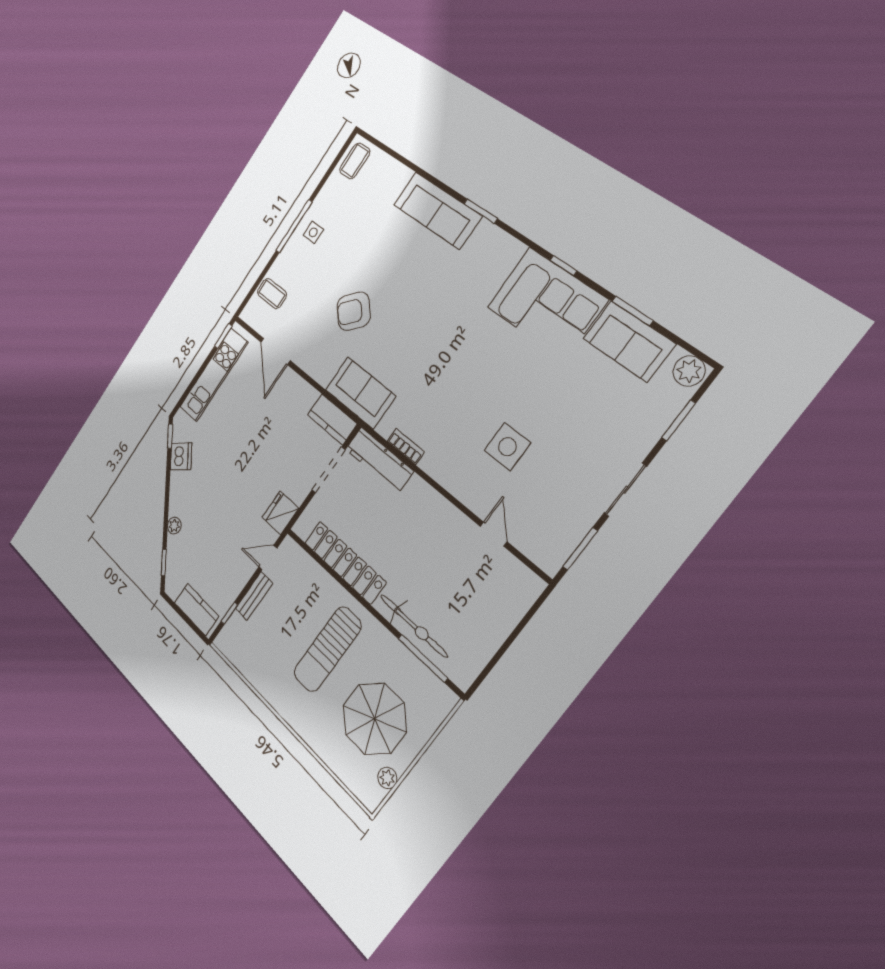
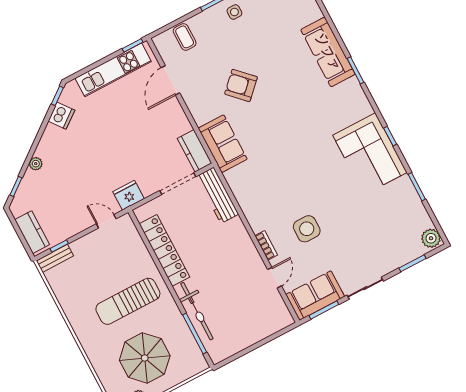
sofa: (629, 341) -> (315, 296), moved, turned 90
bookcase: (406, 447) -> (266, 245), moved
bench: (254, 596) -> (55, 258), moved

